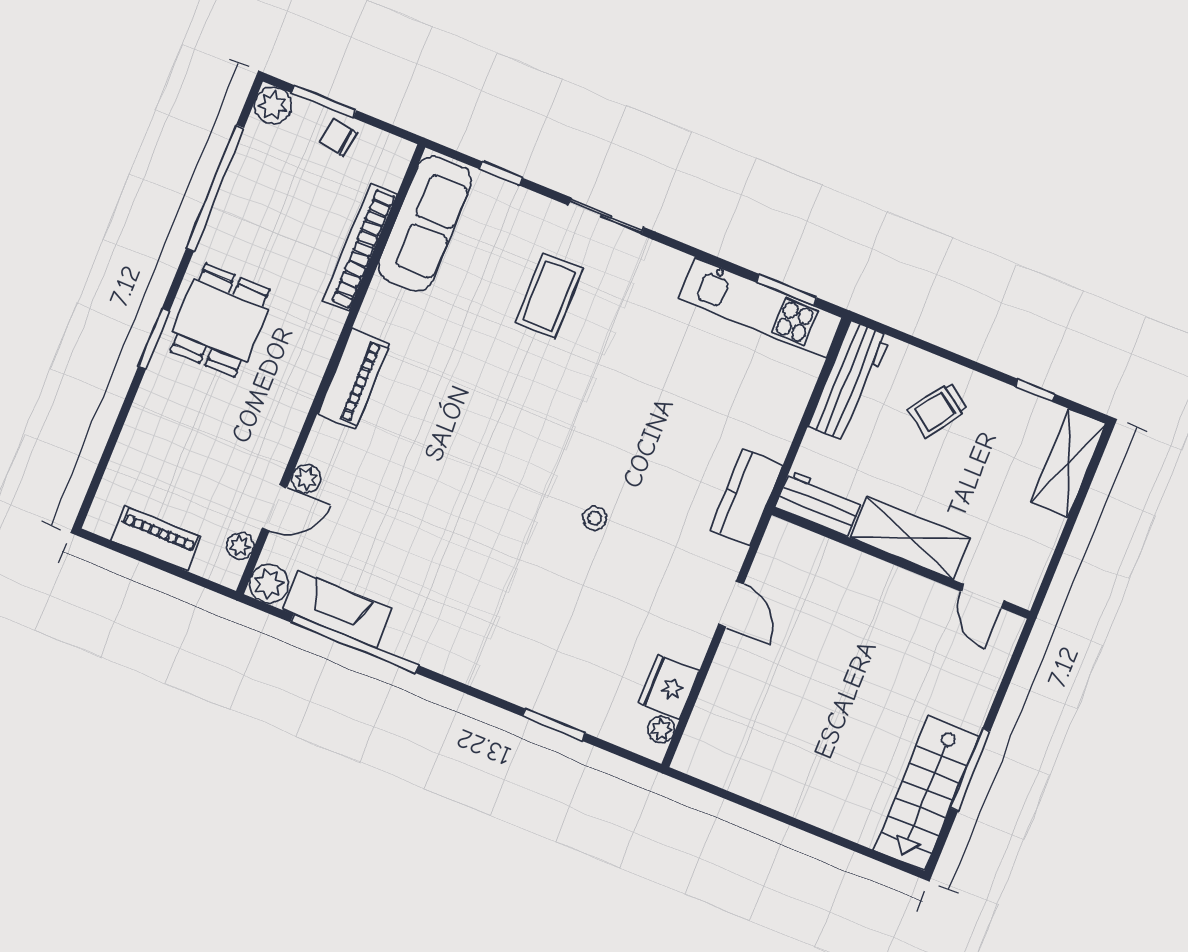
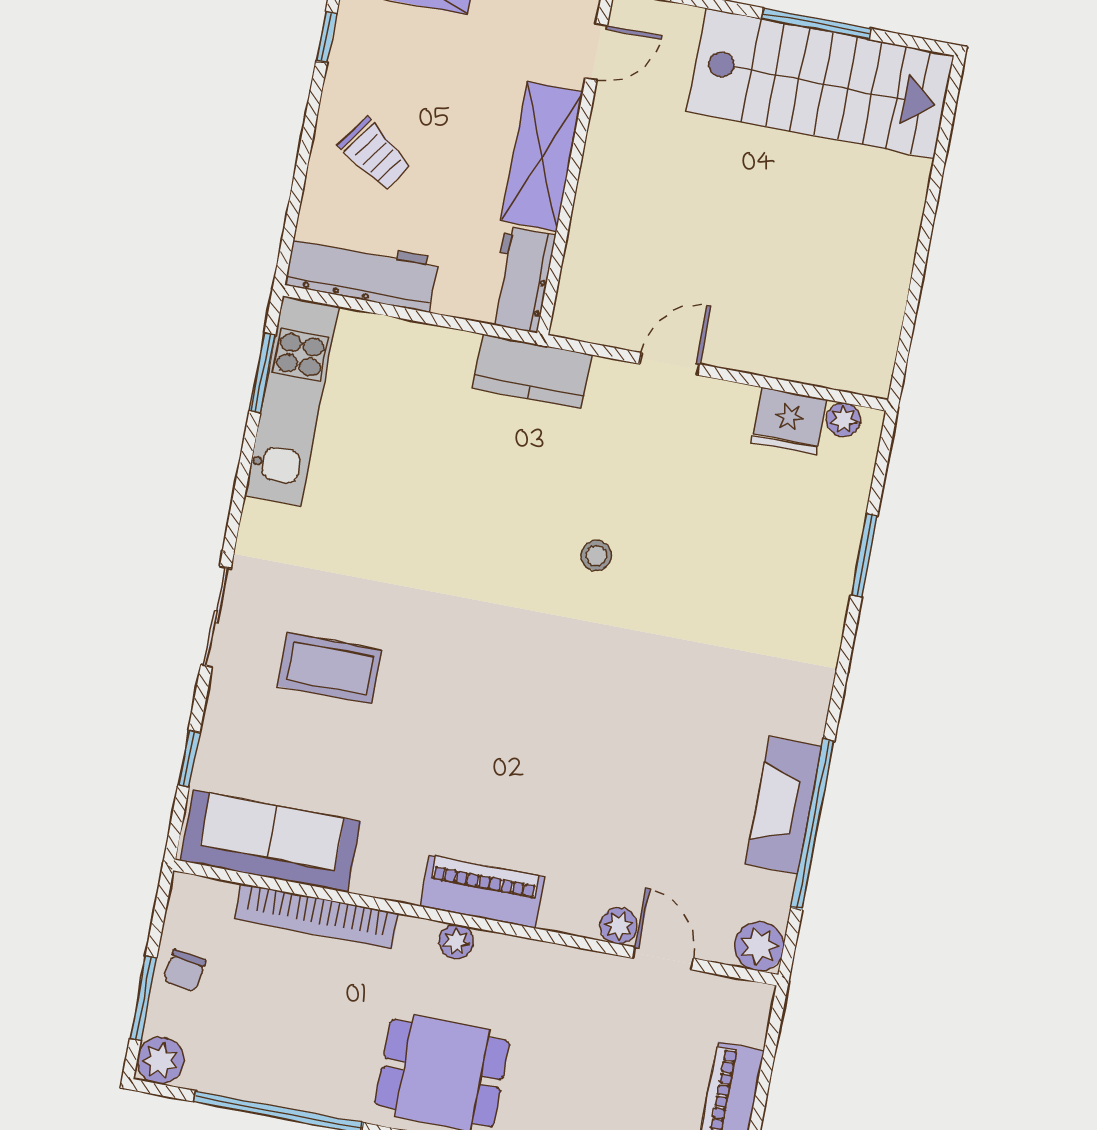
plant: (240, 546) -> (456, 942), moved
fireplace: (337, 610) -> (784, 805), moved
stairs: (927, 793) -> (820, 83), width x1.36, depth x1.51

